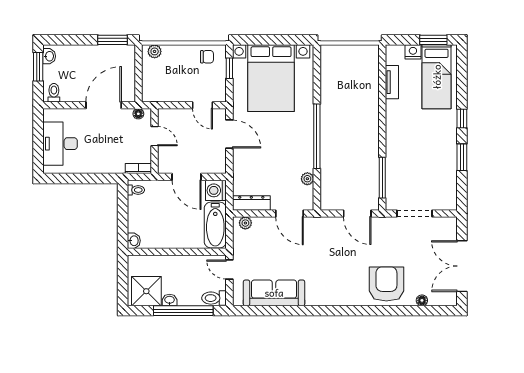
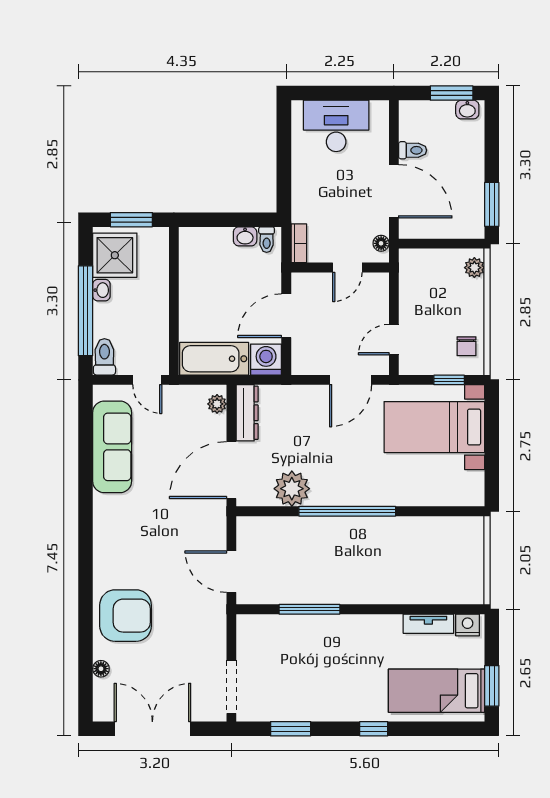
nightstand: (413, 52) -> (468, 625), moved, turned -90
bed with nightstands: (271, 78) -> (434, 427), width x0.73
toilet: (54, 93) -> (413, 150), moved
window: (462, 157) -> (291, 729), moved
window: (382, 178) -> (309, 609), moved
plant: (307, 179) -> (292, 489), width x1.87, depth x1.87
door: (289, 214) -> (231, 470), width x1.36
door: (357, 214) -> (231, 572), hinge flipped
doorway: (415, 214) -> (231, 687), moved
washbasin: (134, 241) -> (245, 236), moved
door: (229, 270) -> (147, 380), swing flipped
window: (123, 280) -> (131, 220), added

